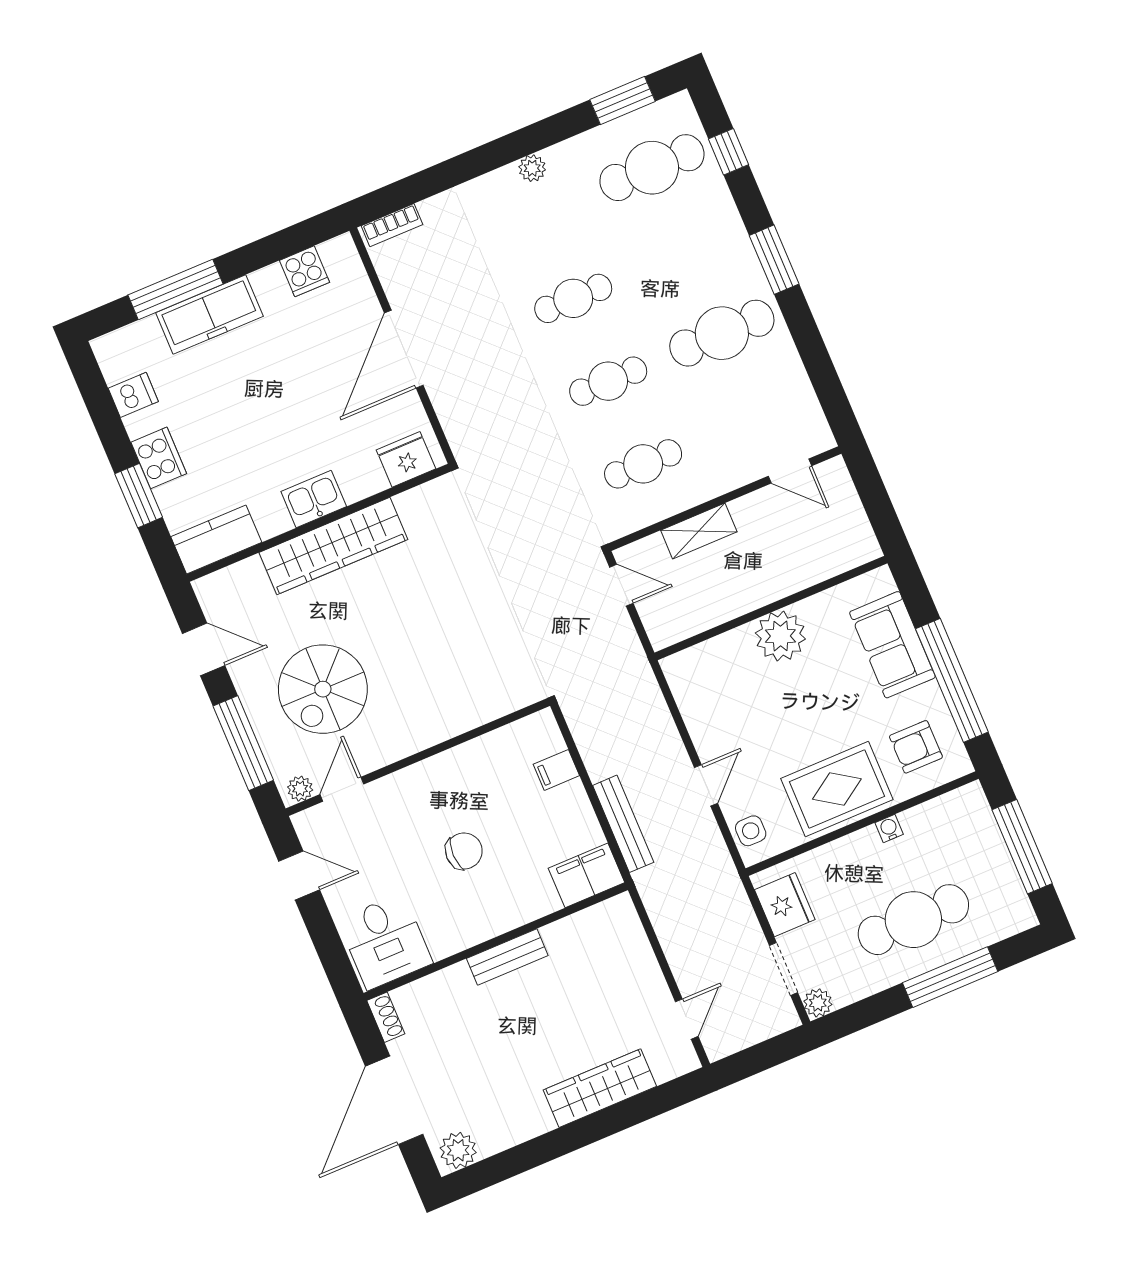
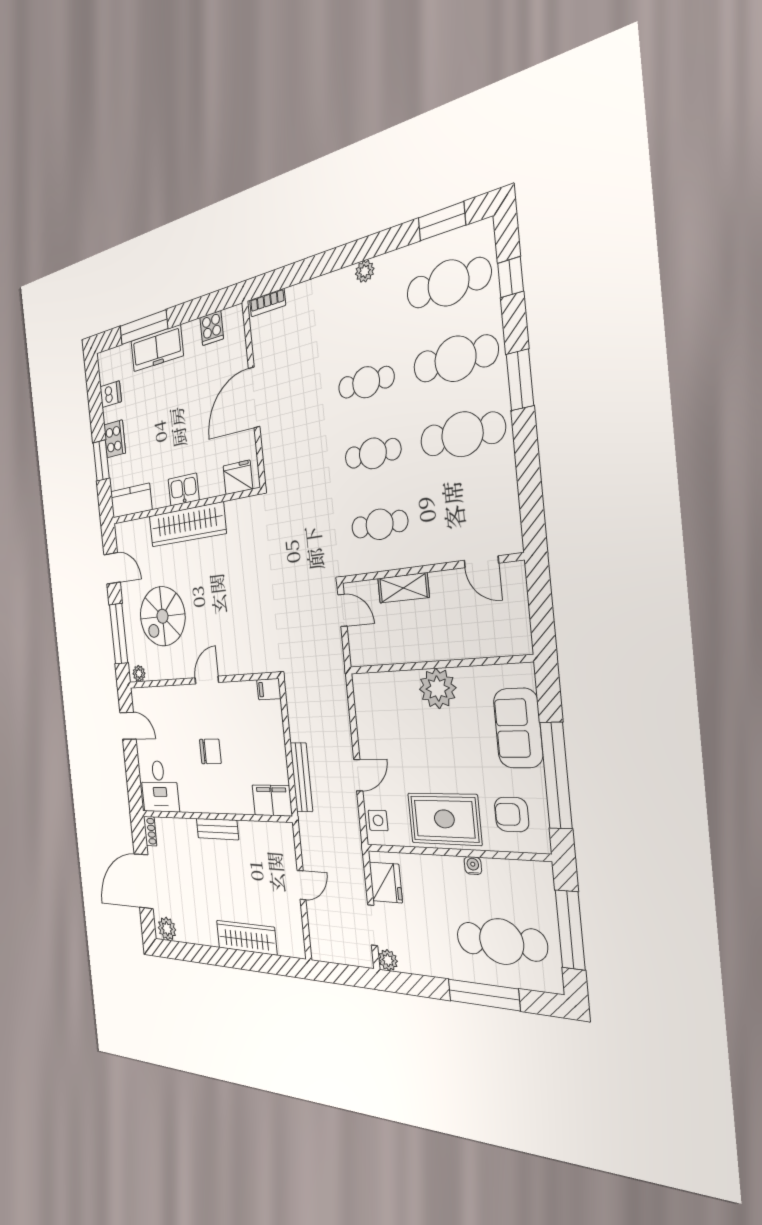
cafe table: (687, 250) -> (455, 359), added
filing cabinet: (556, 770) -> (269, 689), moved
door: (342, 789) -> (207, 680), moved
cafe table: (913, 920) -> (501, 941), moved
door: (687, 1019) -> (302, 885), moved

